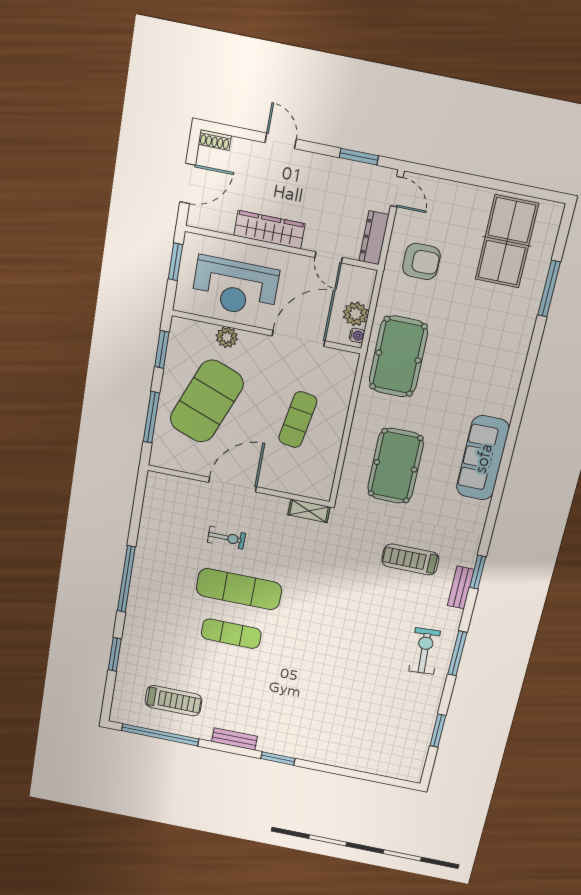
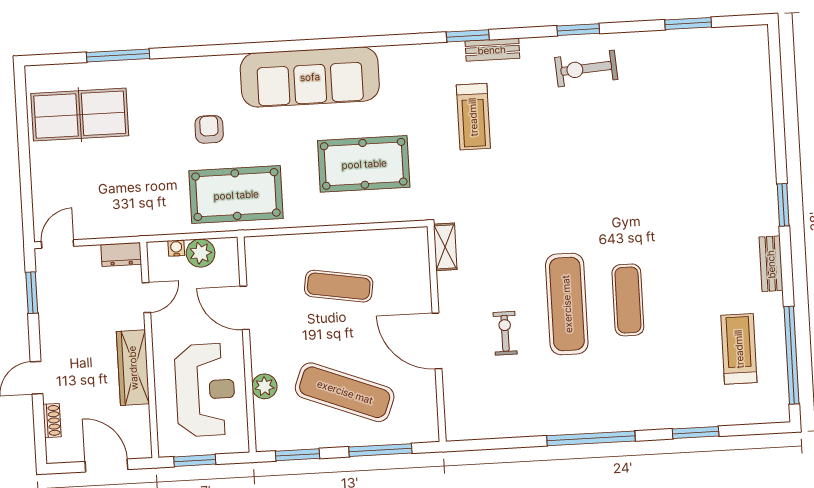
shoe rack: (215, 140) -> (52, 421), moved
dresser: (374, 238) -> (121, 254), width x0.70
armchair: (421, 261) -> (209, 129), moved, width x0.72, depth x0.72
water cooler: (357, 335) -> (176, 248), moved
door: (299, 338) -> (245, 308), width x0.73
exercise mat: (207, 401) -> (345, 392), width x0.68
sofa: (483, 458) -> (310, 77), width x1.36, depth x1.27
window: (457, 653) -> (578, 30), width x0.69

